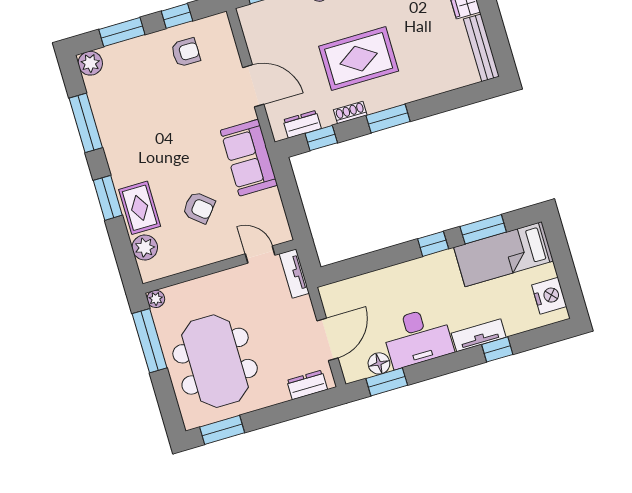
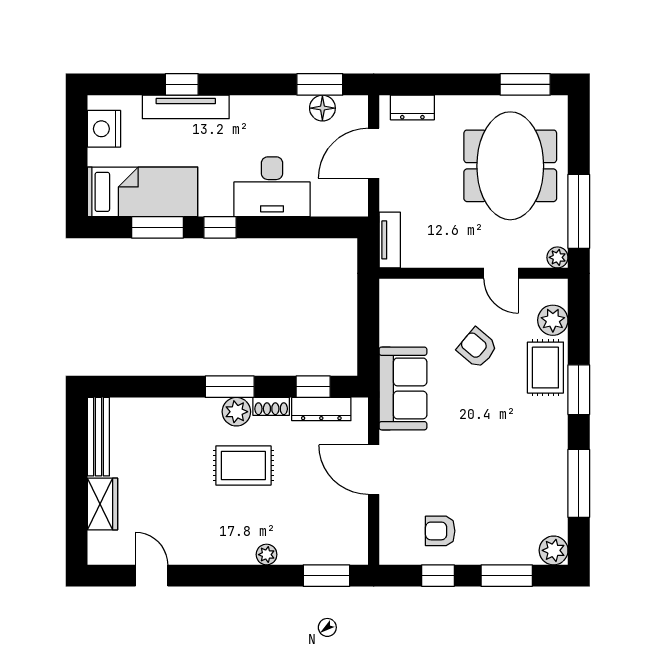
rug: (359, 59) -> (243, 465), width x0.73, depth x0.70
plant: (377, 100) -> (236, 412), added
dresser: (302, 124) -> (321, 409), width x1.44
door: (260, 255) -> (501, 273), moved
tv unit: (479, 335) -> (186, 107), width x1.41
desk: (418, 337) -> (272, 187), moved, turned 180

